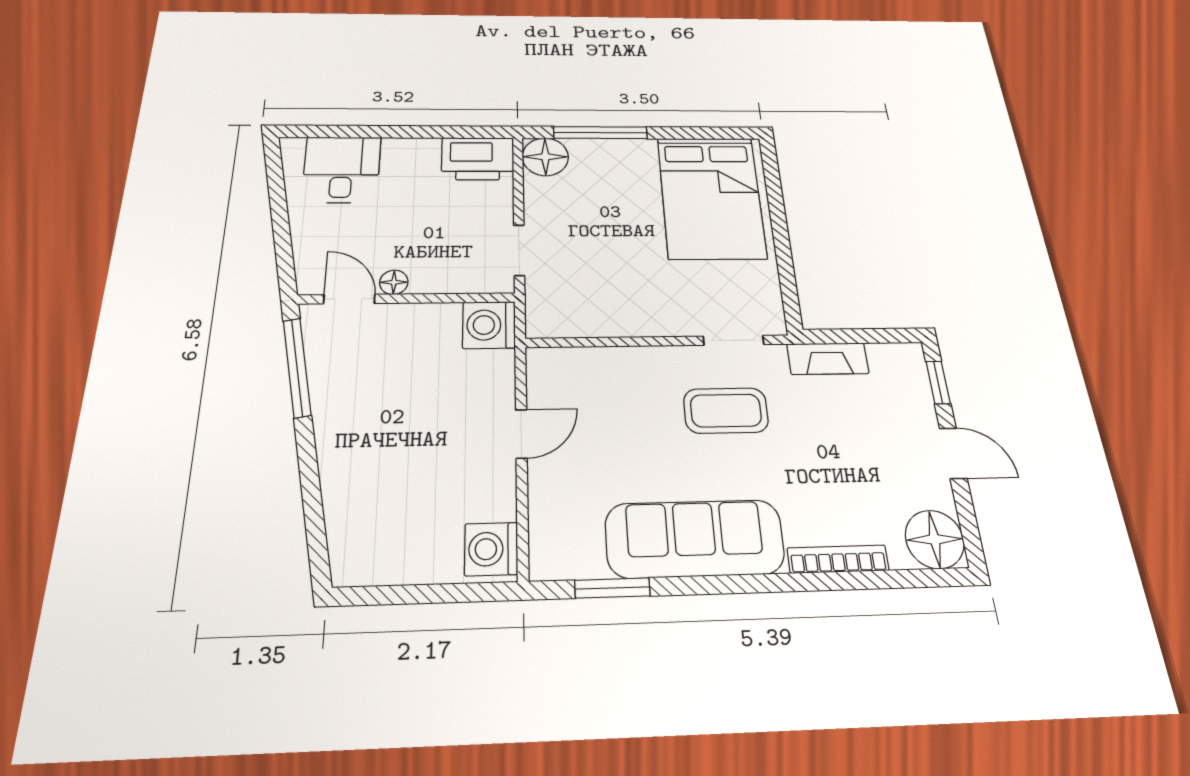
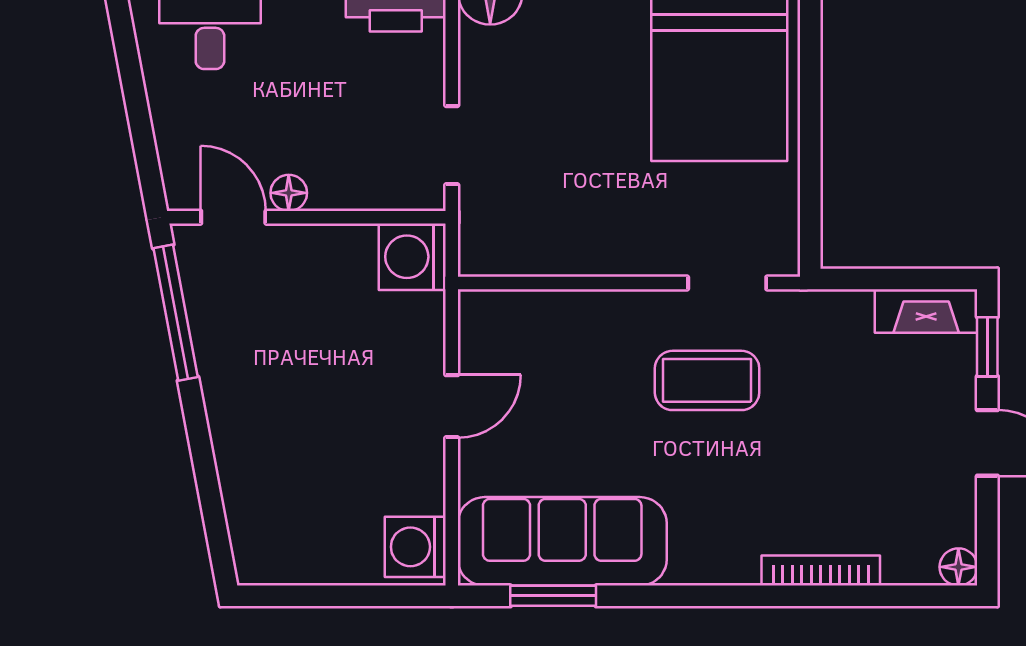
fireplace: (828, 359) -> (926, 311), moved
sofa: (695, 539) -> (562, 541), moved
floor lamp: (935, 539) -> (958, 567), width x0.53, depth x0.53

